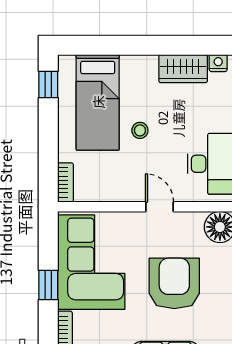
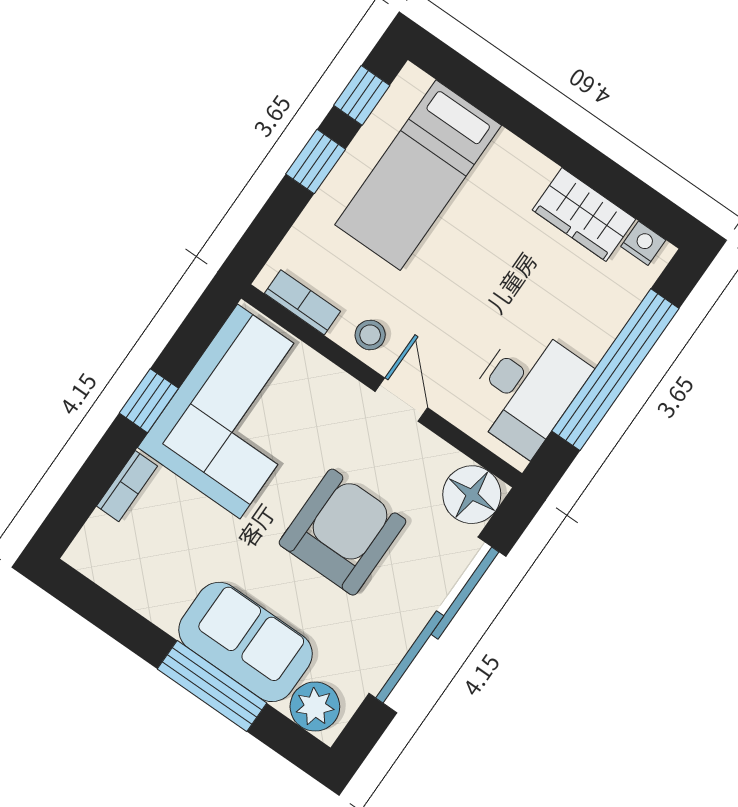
window: (48, 128) -> (316, 162), added
stool: (140, 130) -> (370, 335), moved
bookcase: (65, 182) -> (303, 302), moved, turned -90

